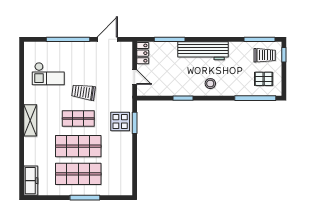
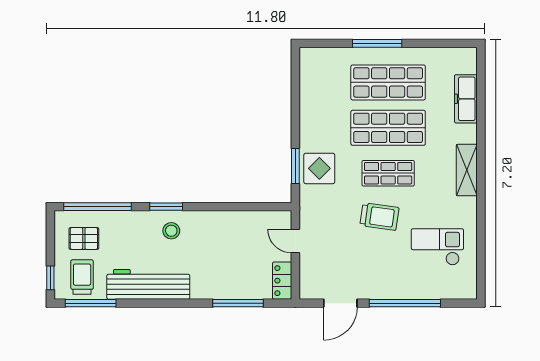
workbench: (203, 51) -> (148, 284), moved
trolley: (265, 55) -> (82, 277), turned 90
window: (183, 98) -> (166, 207), moved
freezer: (31, 181) -> (466, 99), moved

